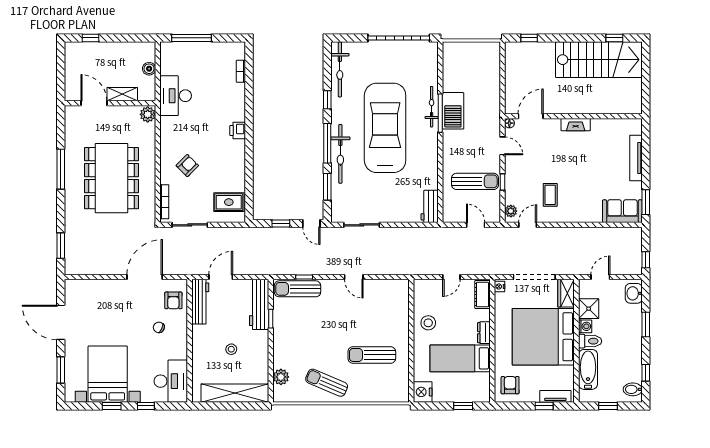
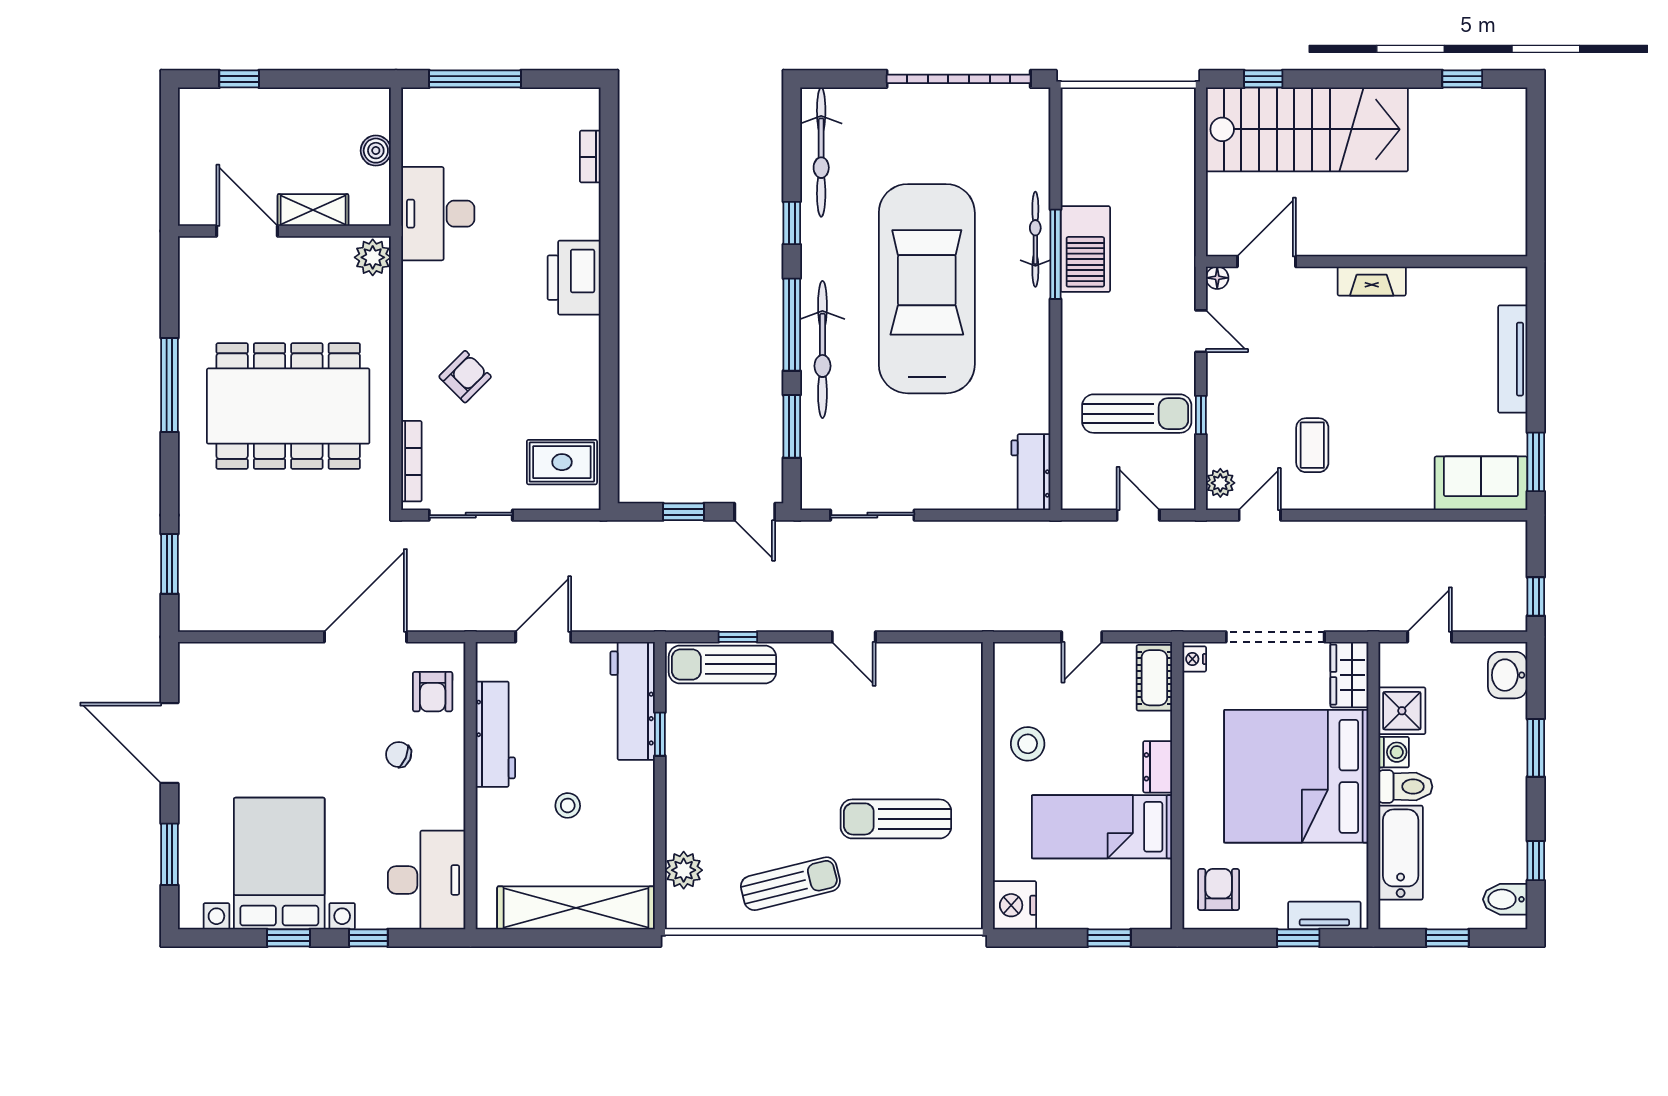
stairs: (599, 60) -> (1307, 129), moved
printer: (238, 131) -> (574, 278), width x1.87, depth x1.48
dining table: (112, 178) -> (288, 406), turned 90
workbench: (200, 302) -> (495, 734), moved
sun lounger: (327, 383) -> (790, 884), turned 143

